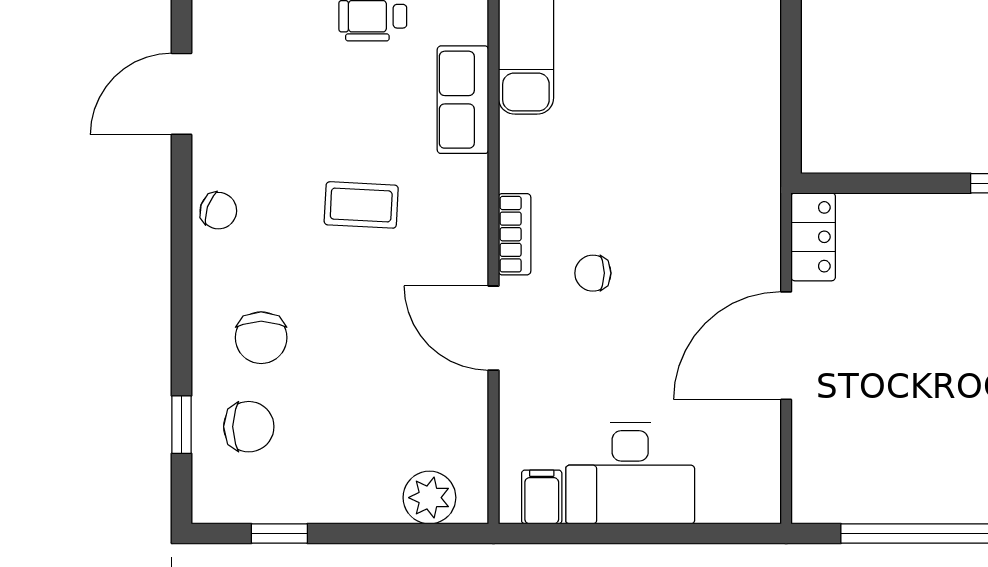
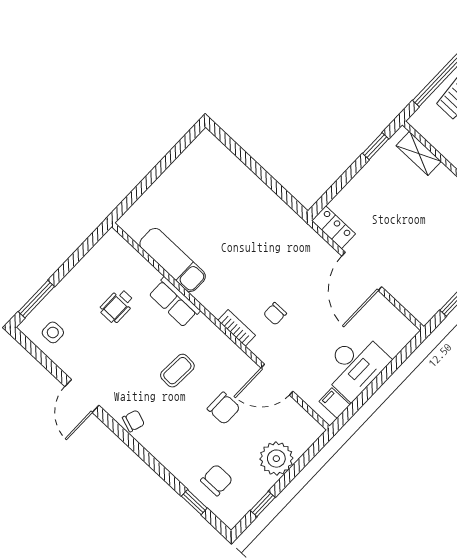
door: (493, 328) -> (277, 380), moved
chair: (261, 338) -> (224, 408), moved
plant: (429, 498) -> (276, 459), moved, width x1.36, depth x1.36

